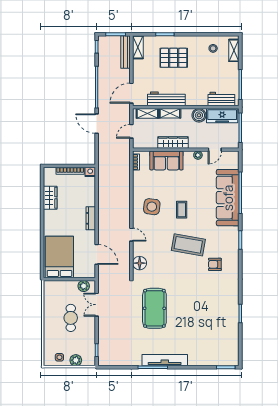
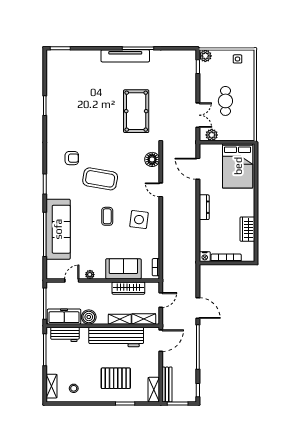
workbench: (166, 99) -> (116, 337), width x1.36, depth x1.32
wardrobe: (173, 142) -> (128, 288), moved
plant: (76, 360) -> (205, 56), moved

